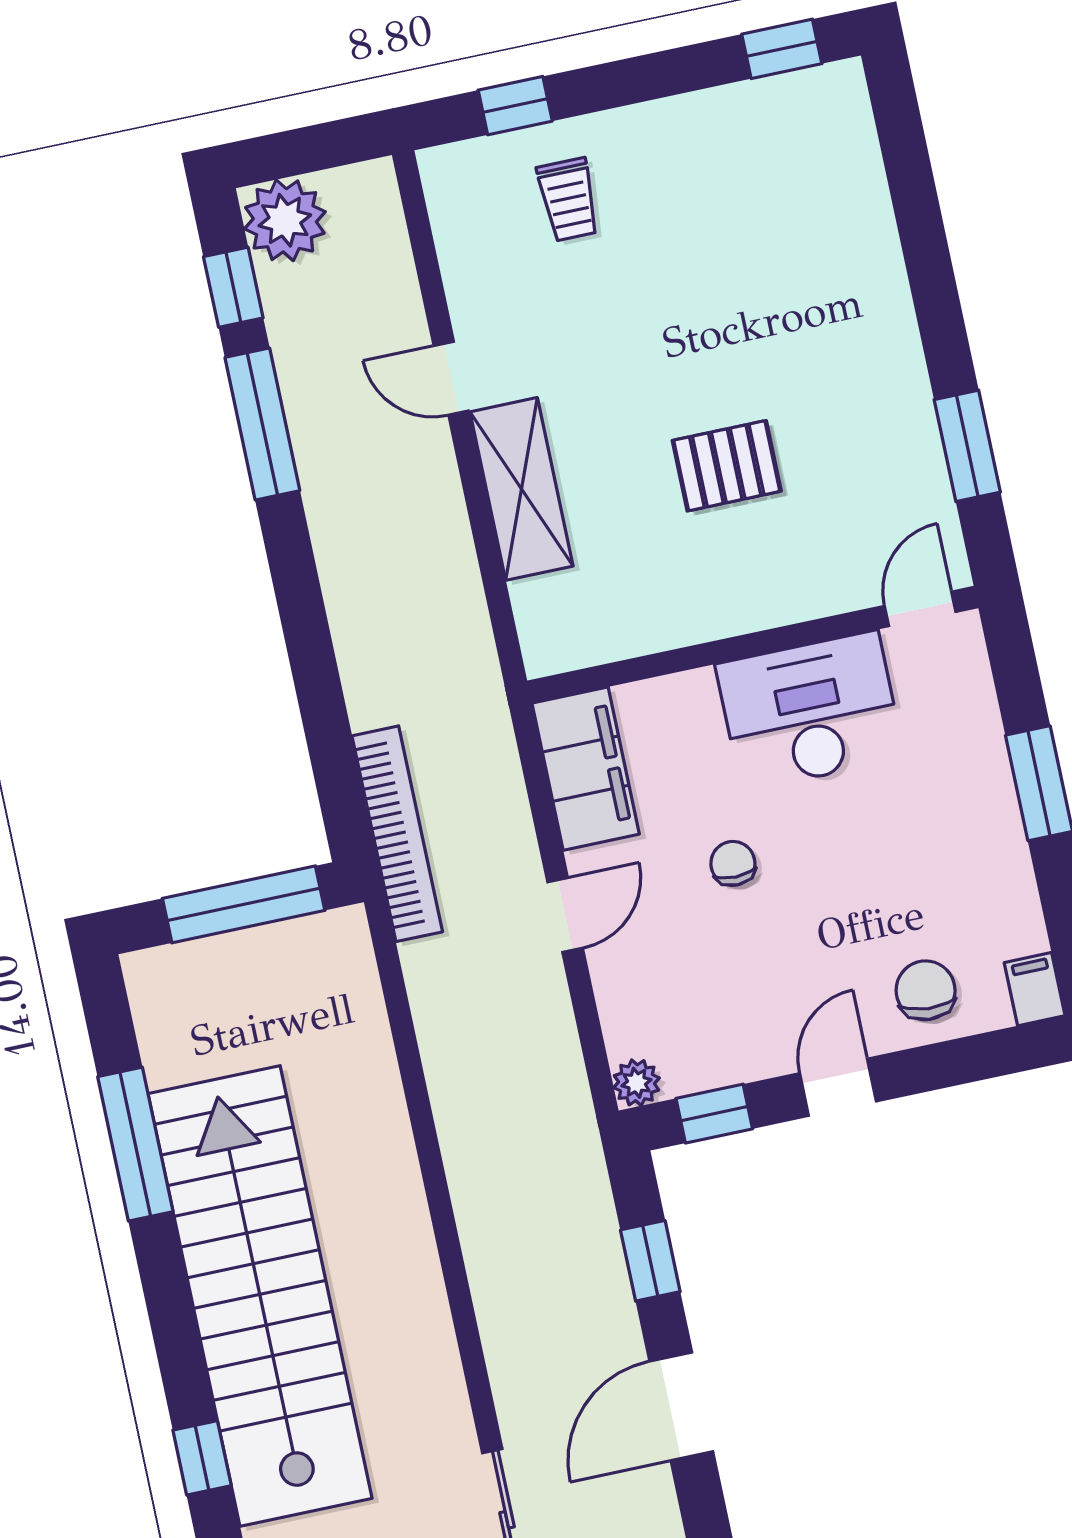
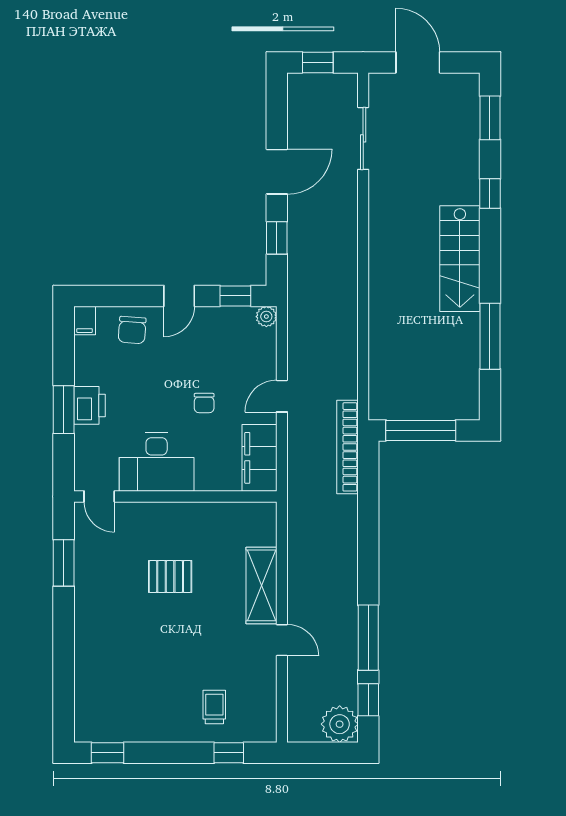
door: (920, 609) -> (99, 496), hinge flipped
printer: (984, 804) -> (89, 405), added
stairs: (260, 1296) -> (460, 259), width x0.54, depth x0.66

